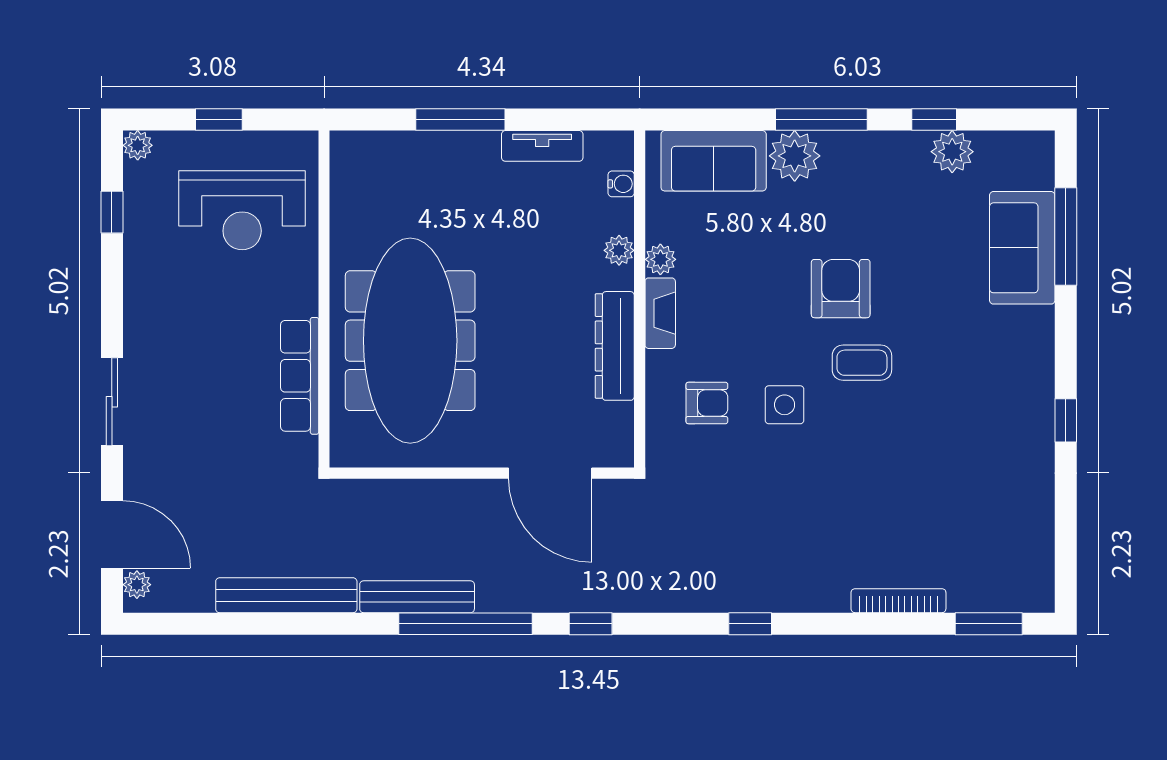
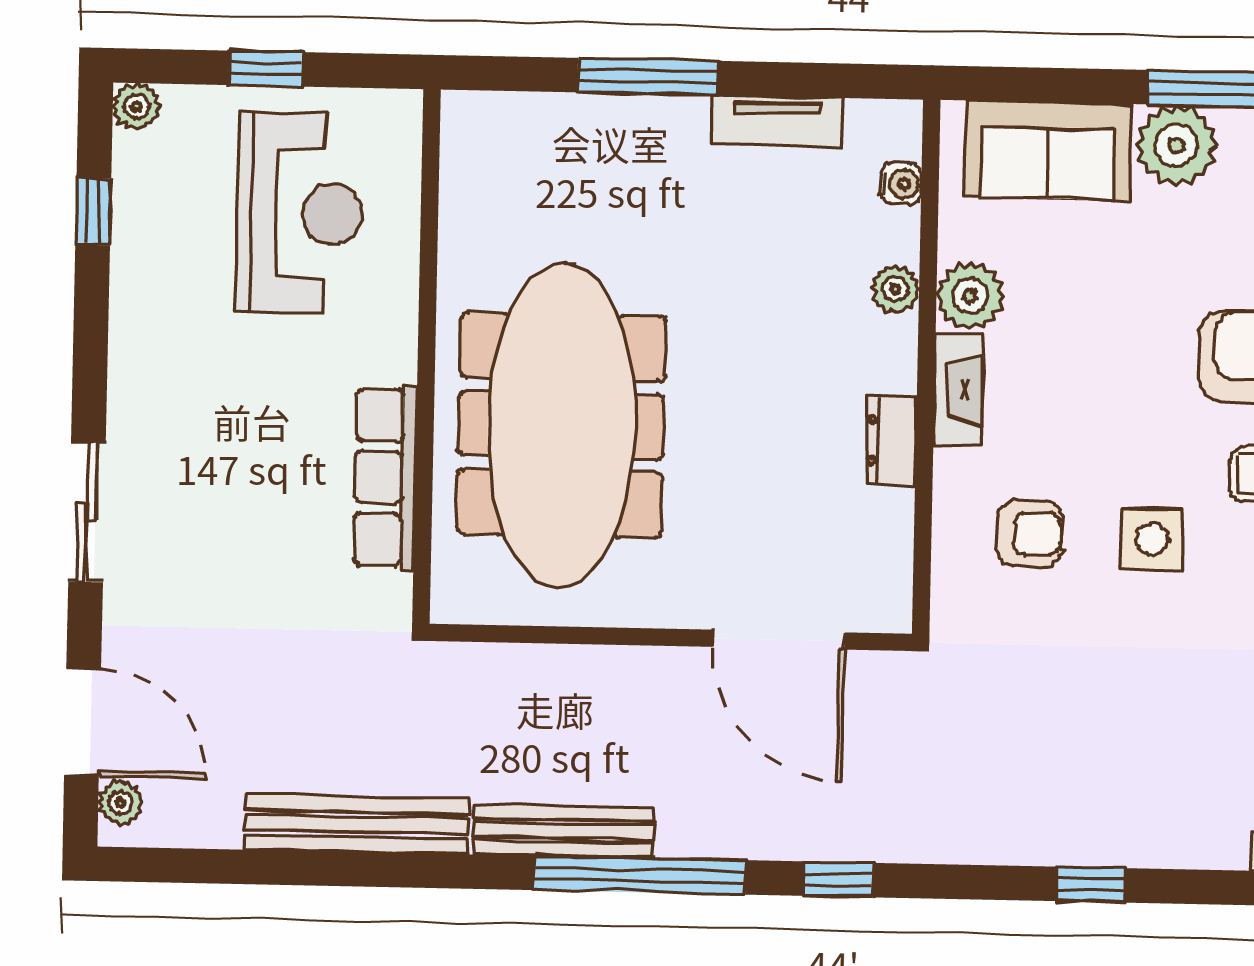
reception desk: (242, 210) -> (300, 213), turned -90
plant: (660, 259) -> (970, 296), width x1.38, depth x1.38
dresser: (615, 346) -> (891, 440), width x0.51, depth x0.80

